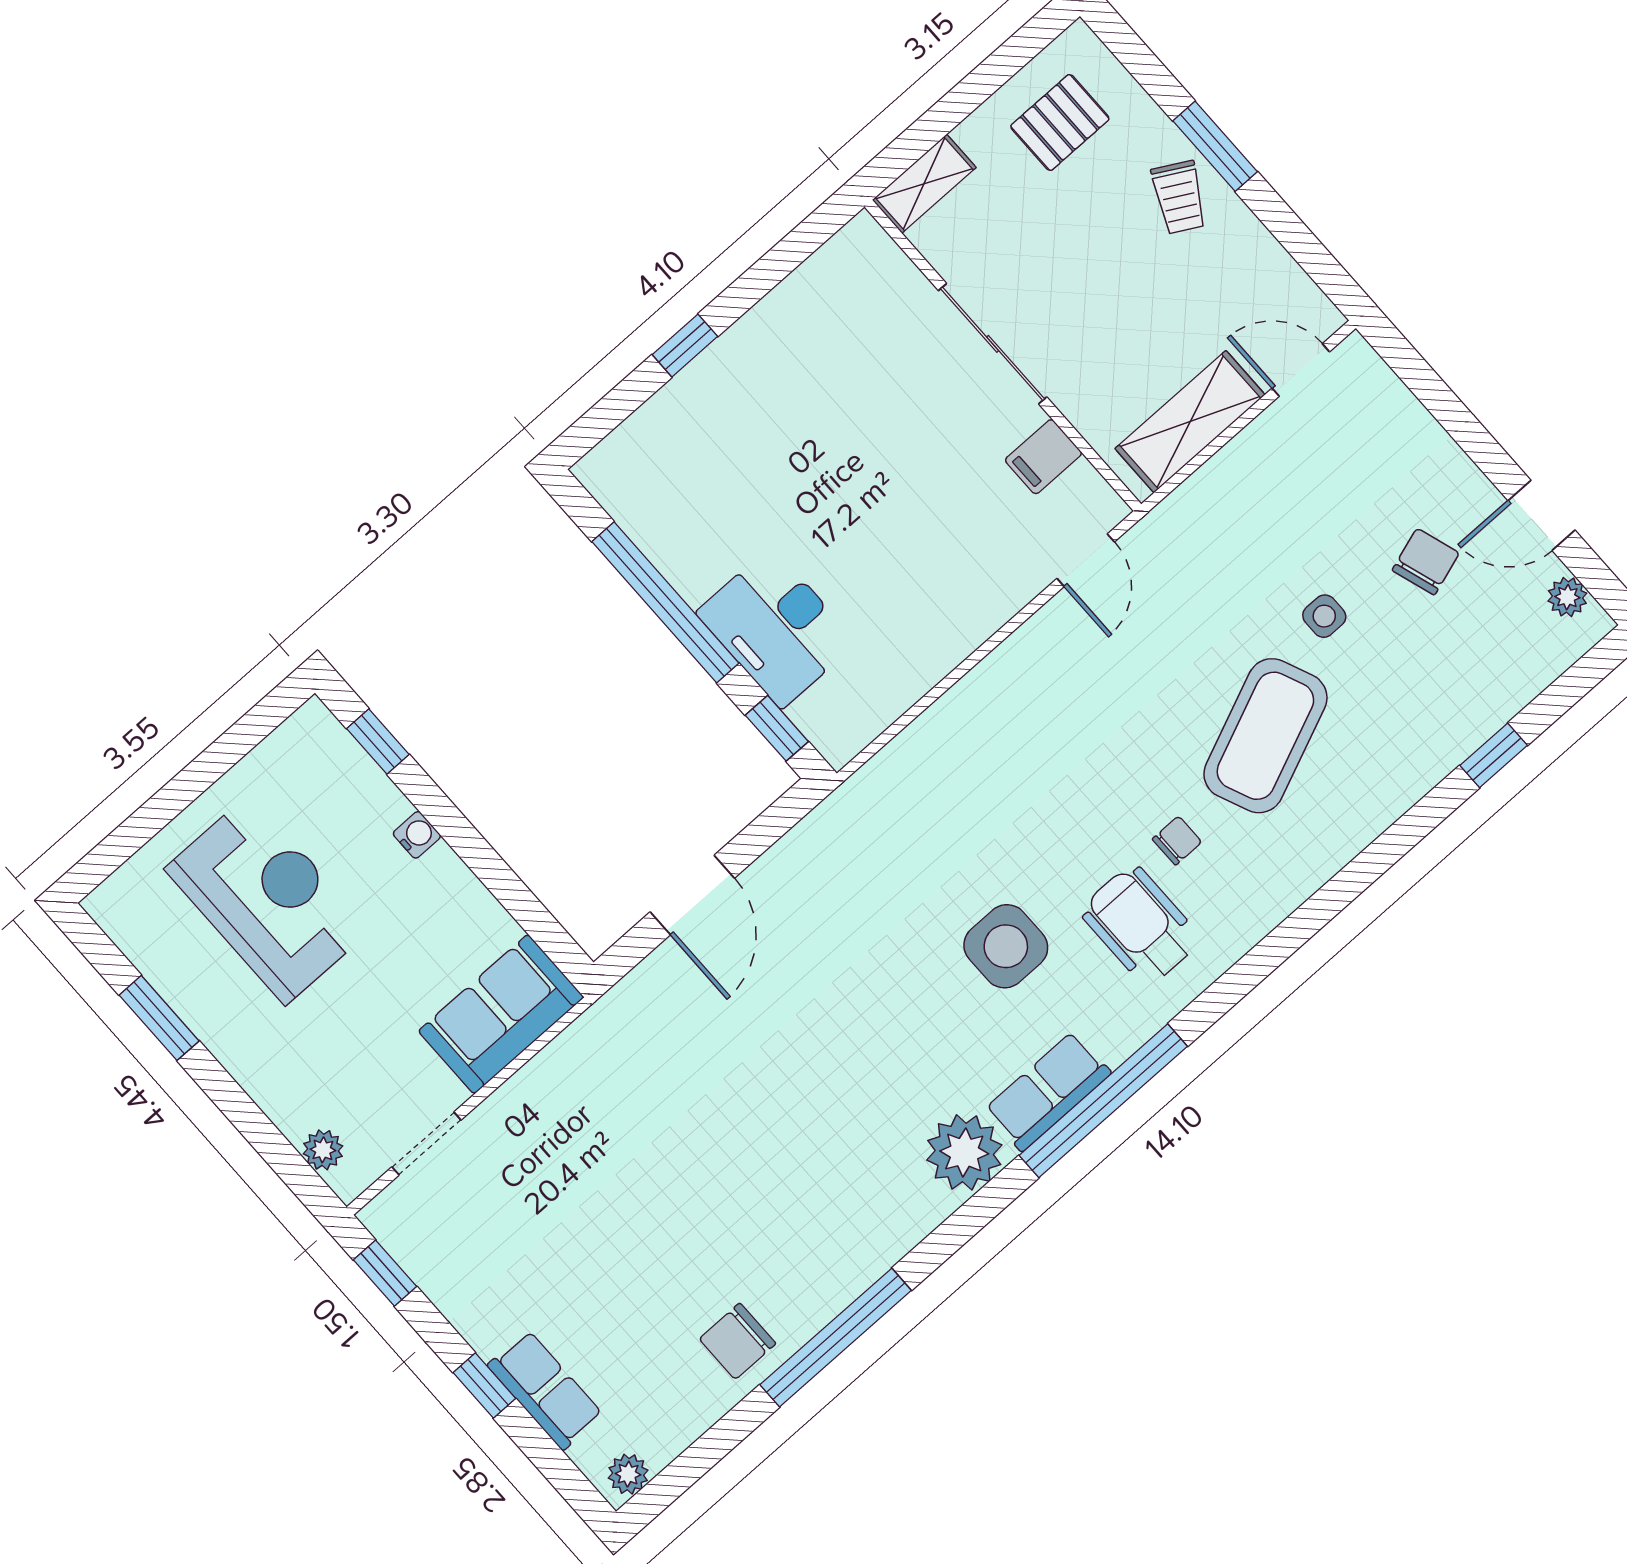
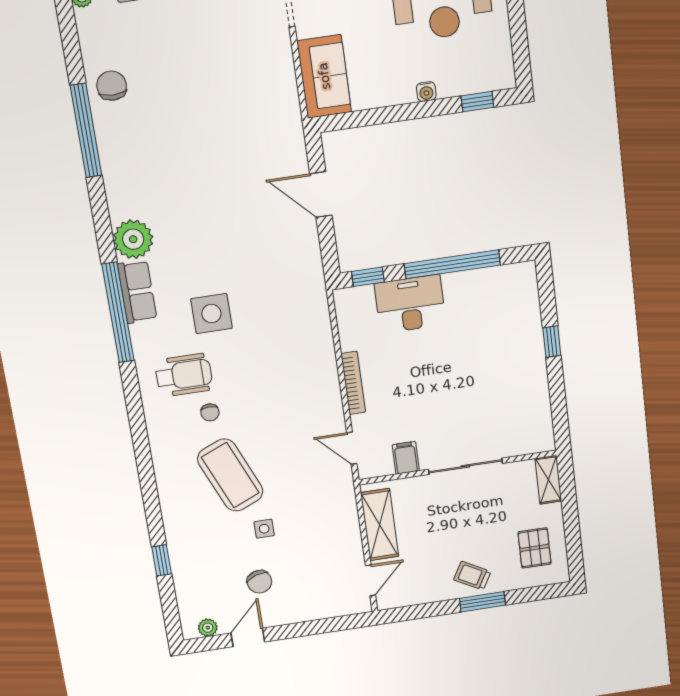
bookcase: (971, 633) -> (353, 383), added

